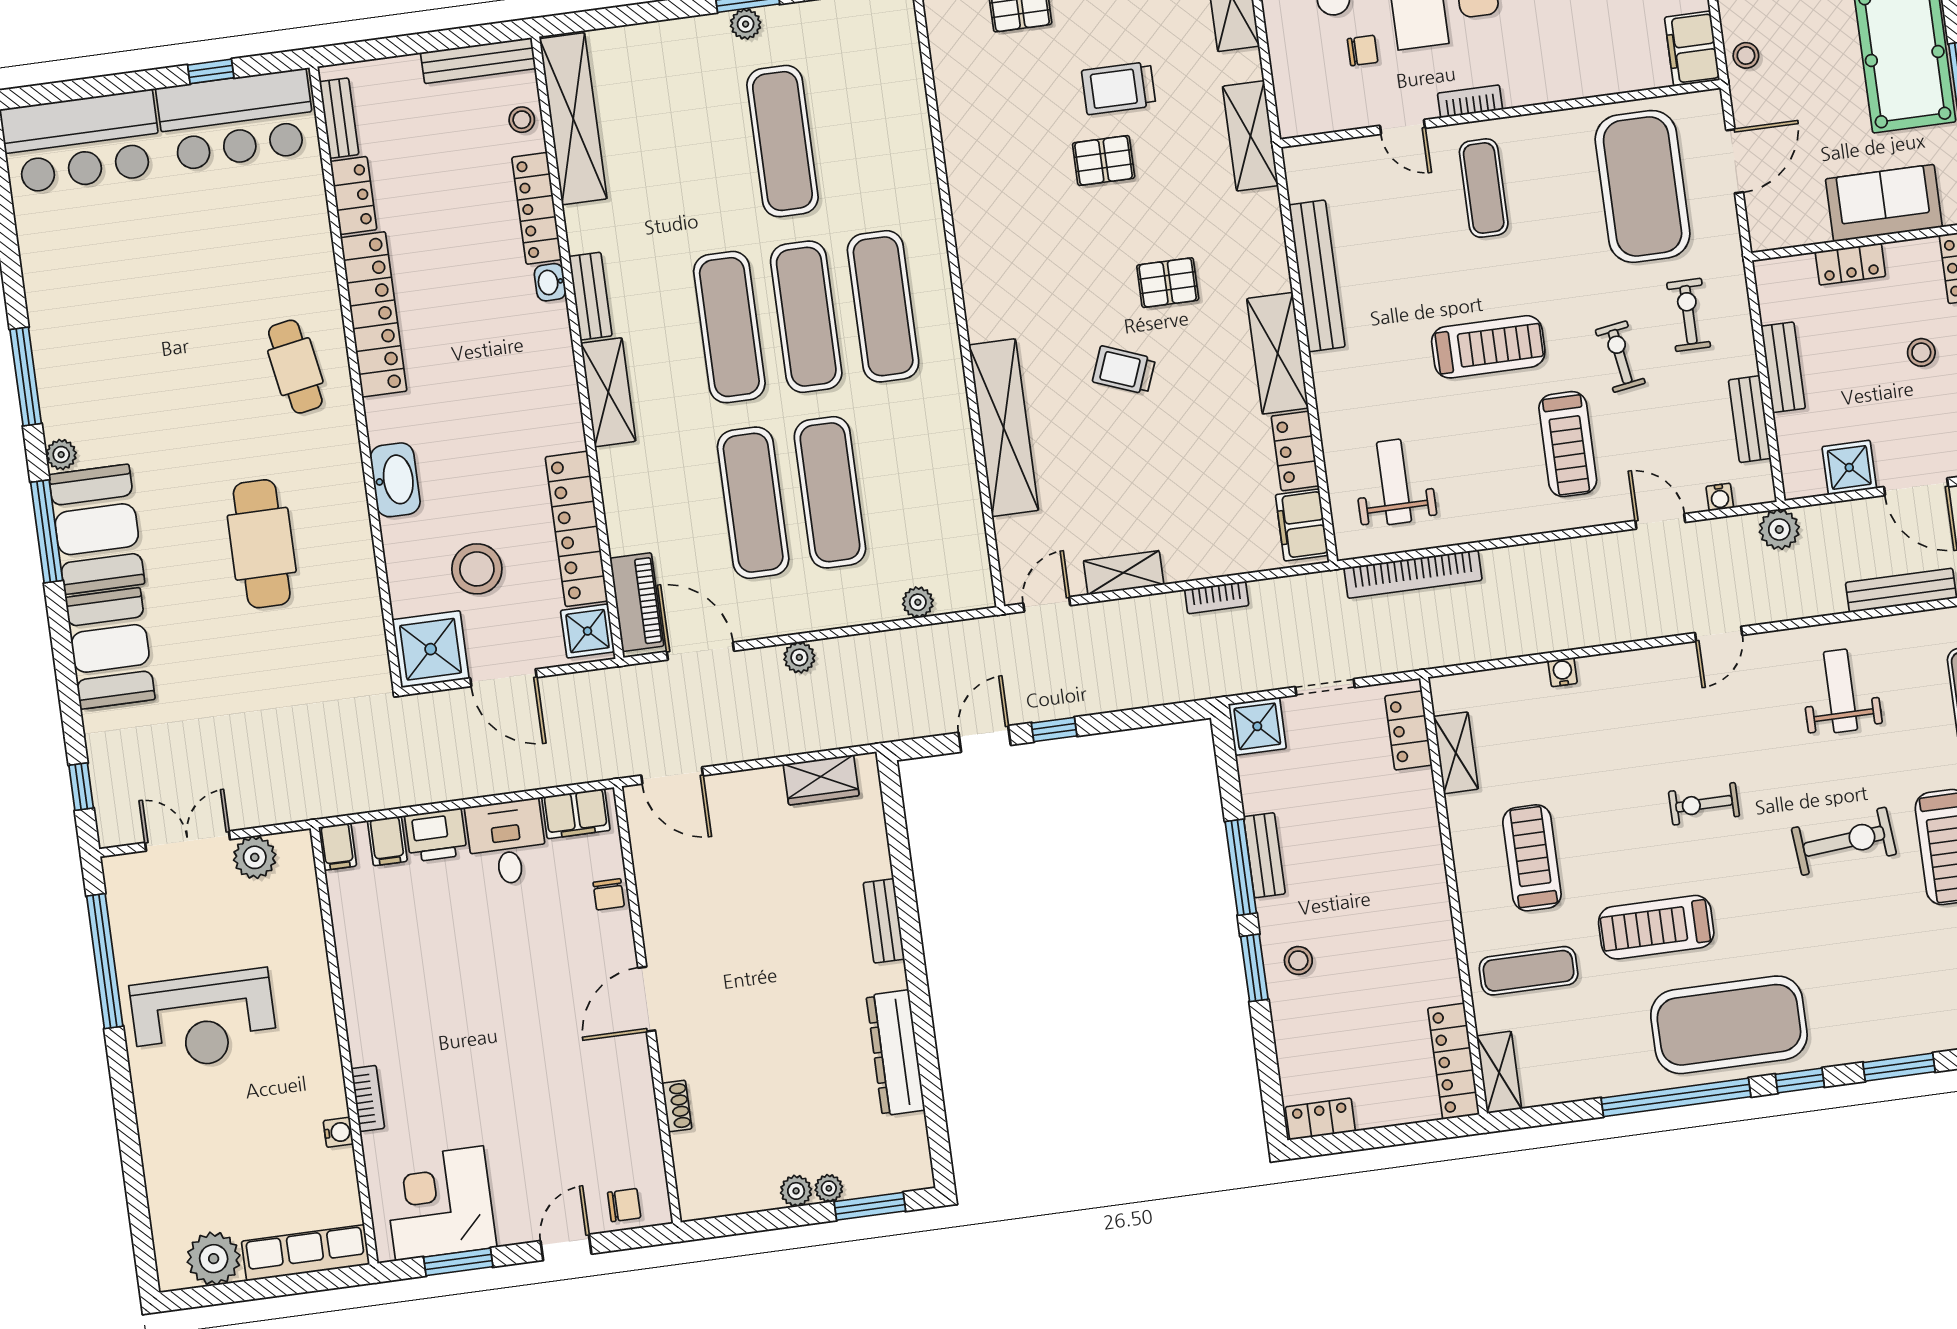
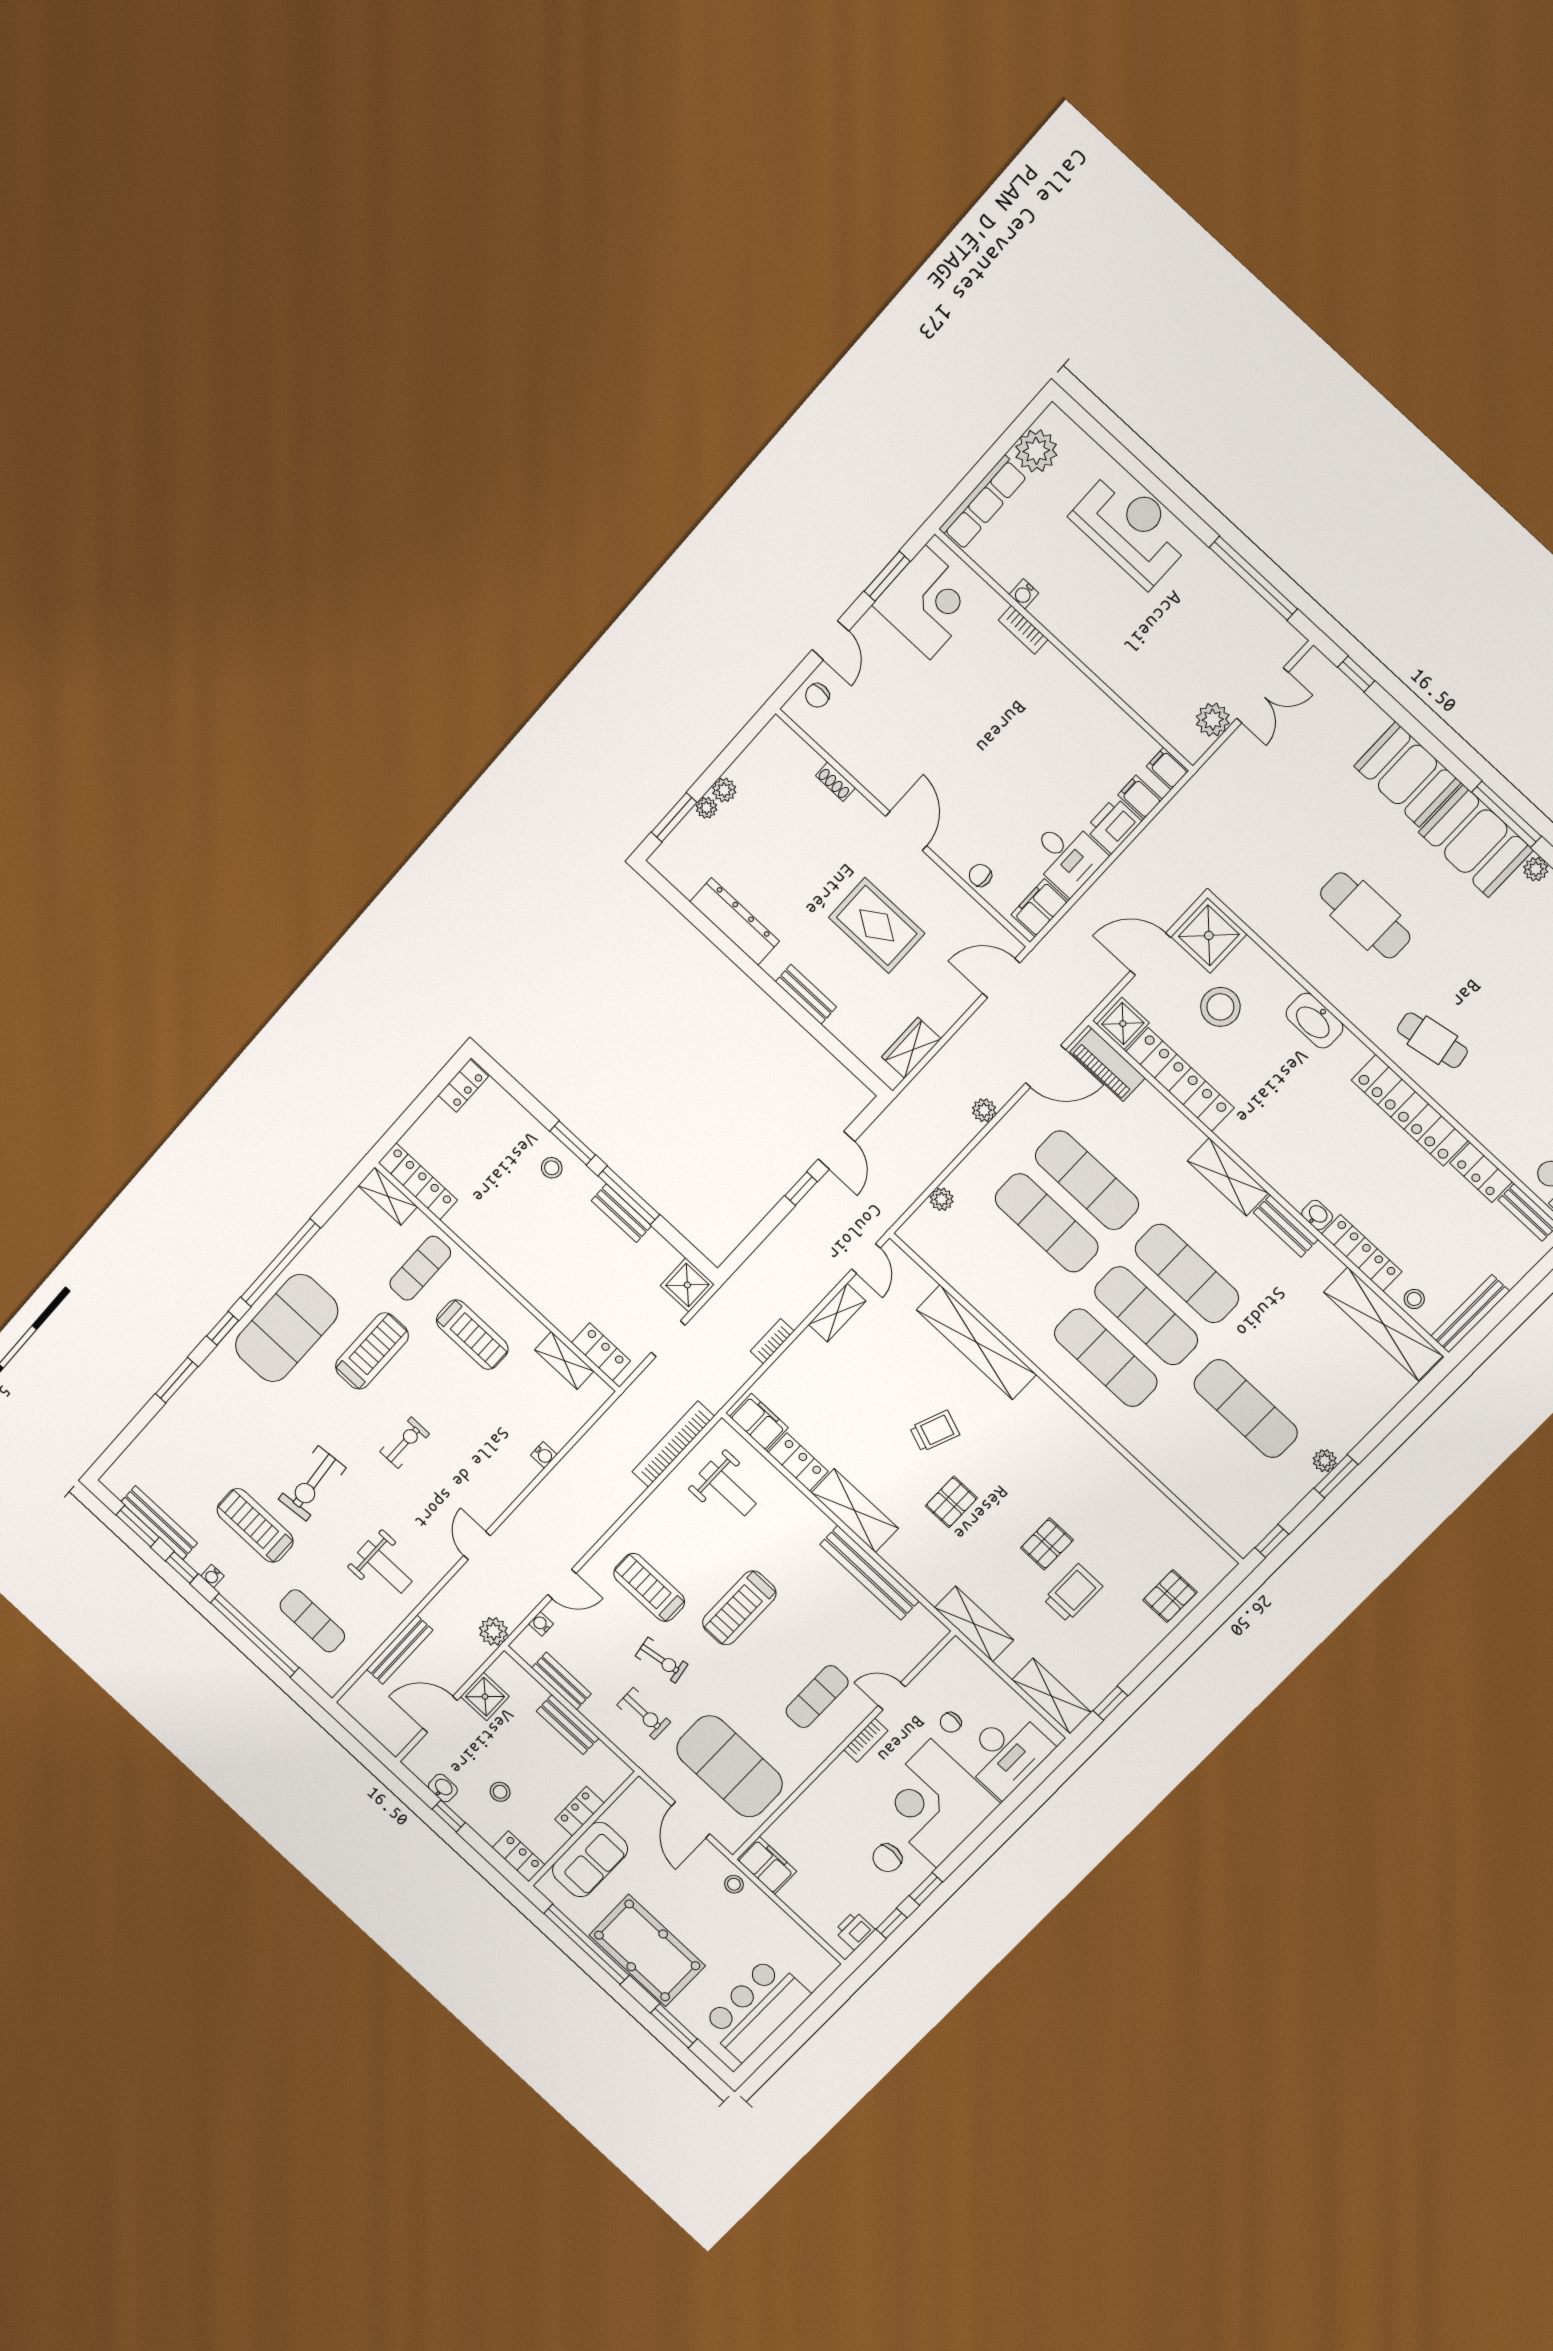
exercise mat: (1484, 188) -> (817, 1697), turned 90
rug: (754, 930) -> (877, 925), added
reception desk: (204, 1020) -> (1131, 528), moved, turned 90

